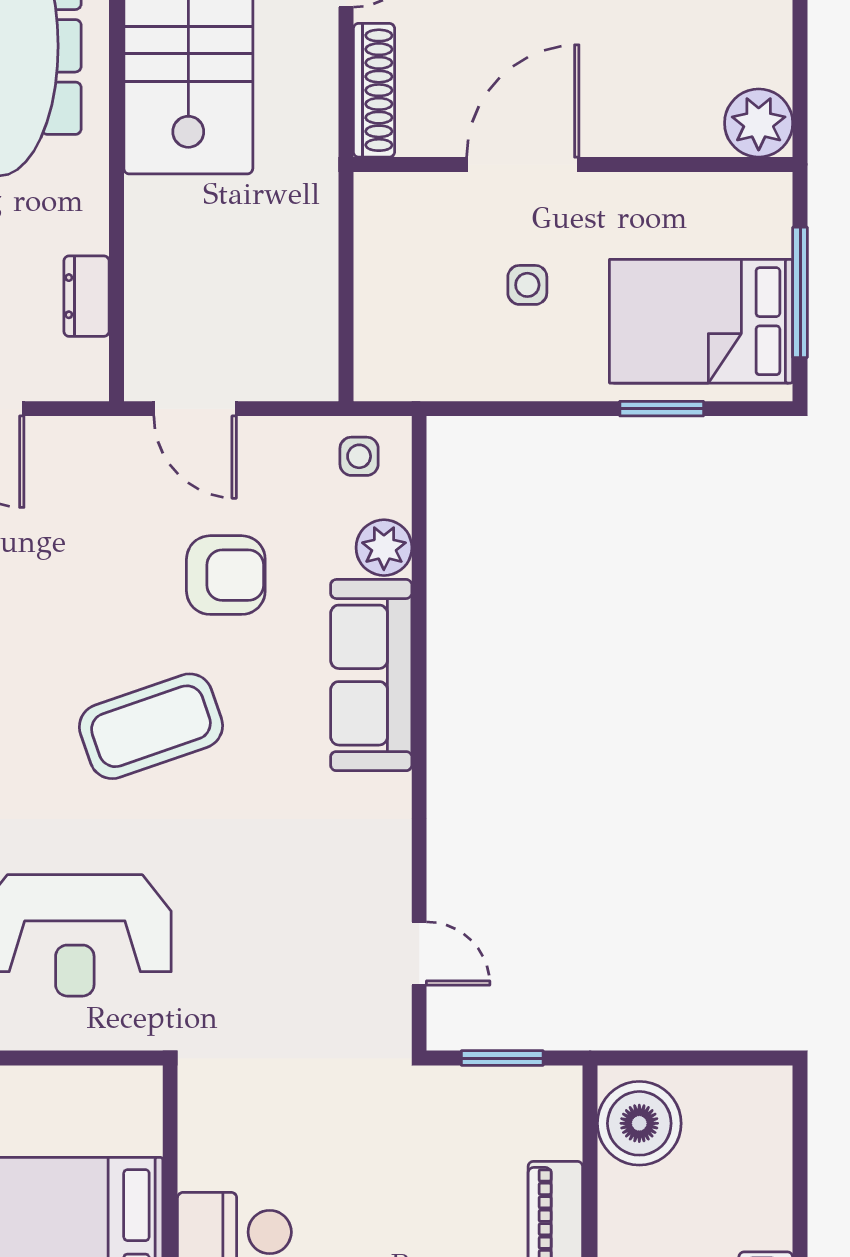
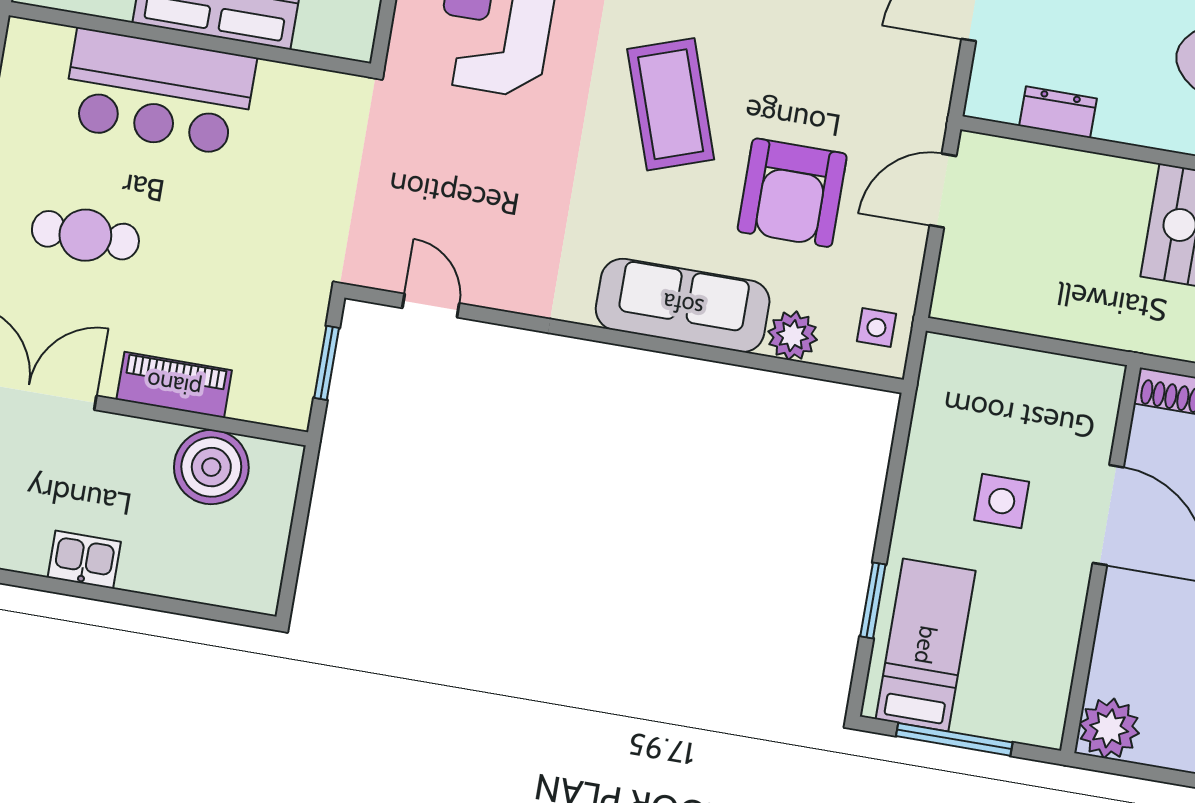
side table: (527, 285) -> (1002, 501), width x1.37, depth x1.37
bed: (701, 321) -> (926, 645), width x0.67
armchair: (226, 575) -> (792, 193), width x1.36, depth x1.36
door: (419, 954) -> (431, 306), swing flipped
boiler: (639, 1123) -> (211, 467), moved

